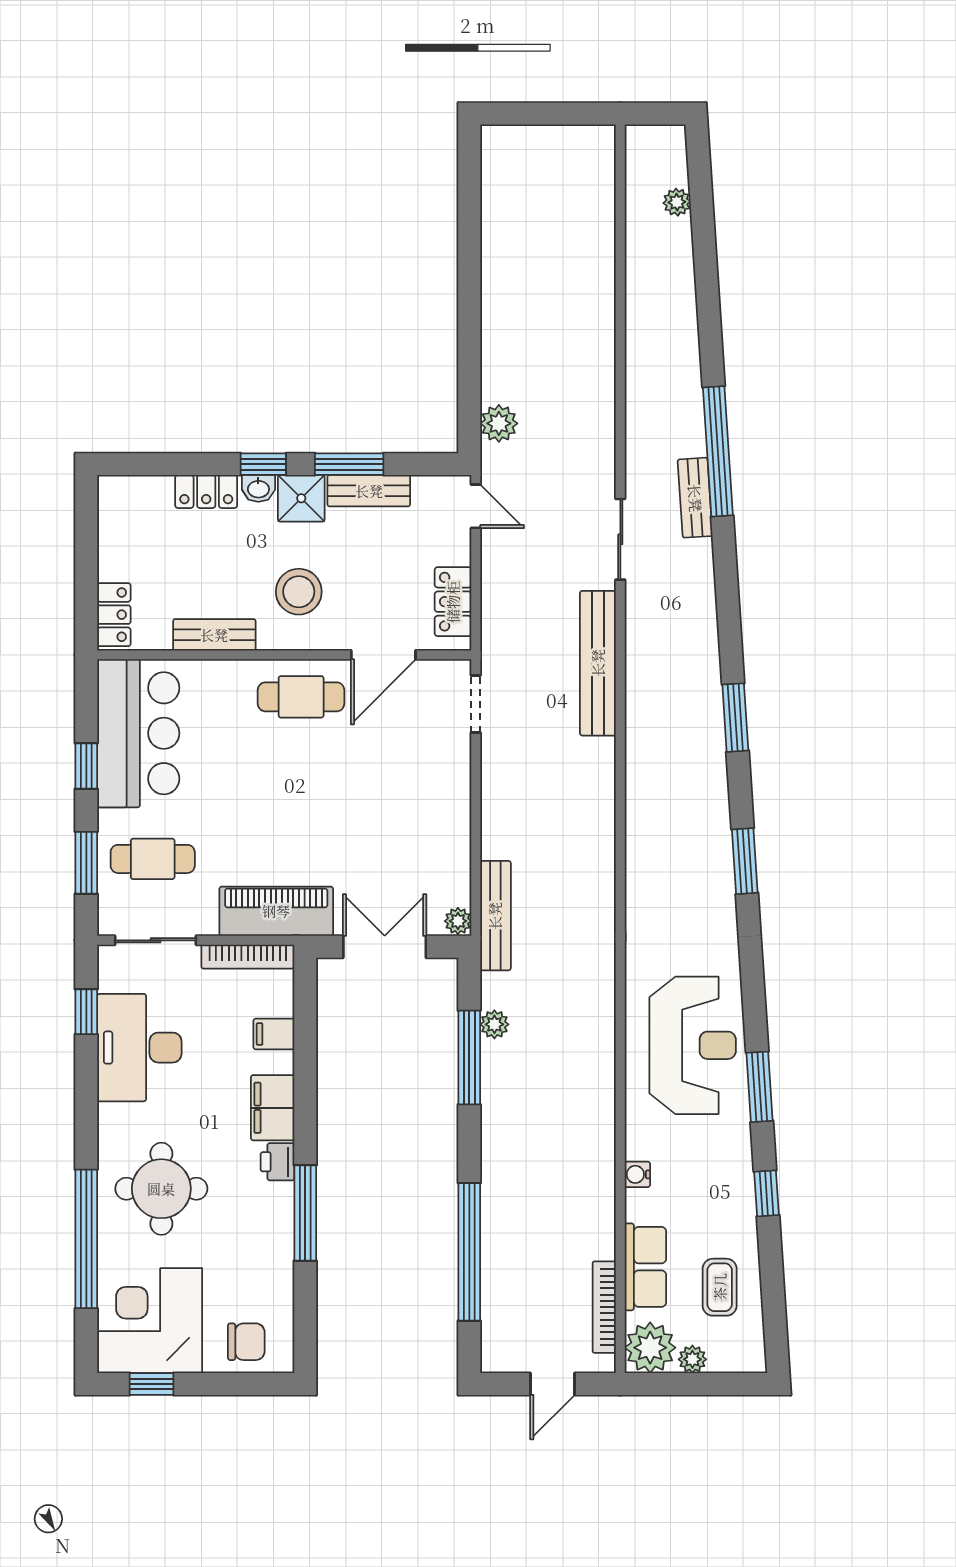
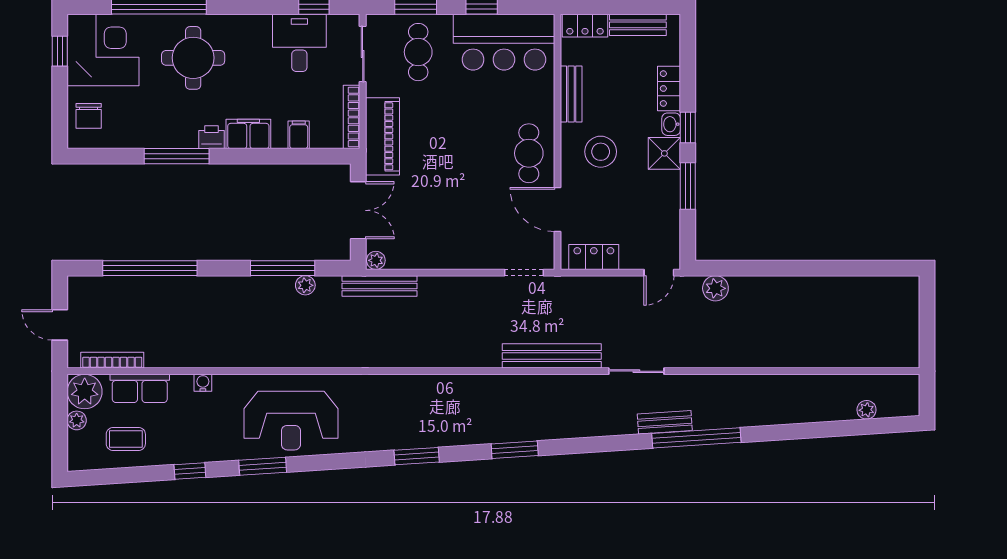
bench: (369, 491) -> (638, 25), moved, turned 90
desk: (139, 1048) -> (299, 43), width x0.73

